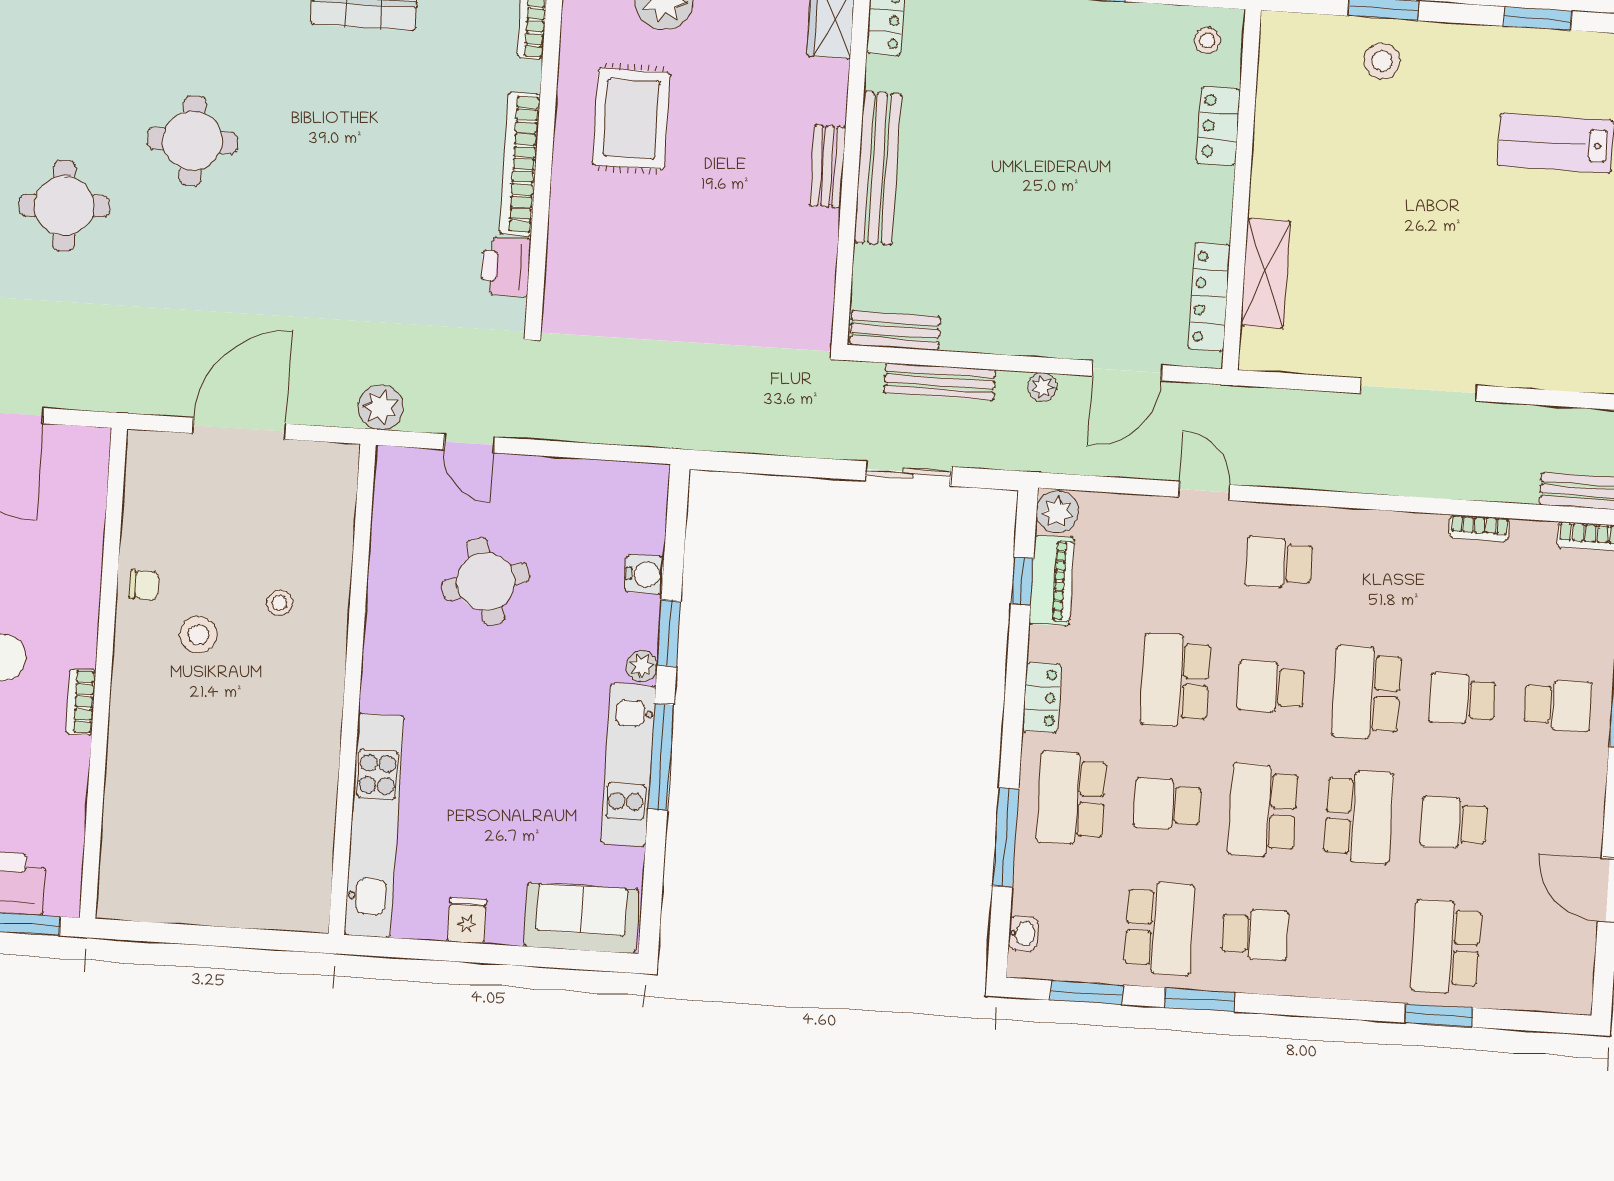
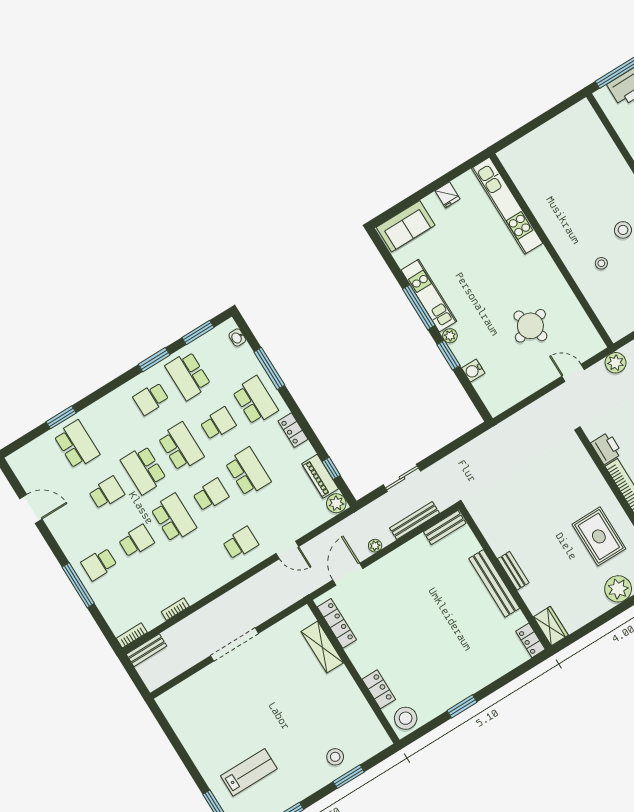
stool: (1207, 40) -> (406, 718), width x1.89, depth x1.89

